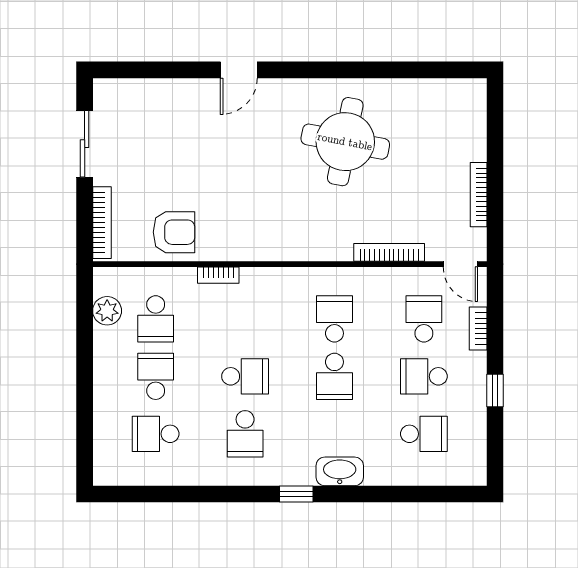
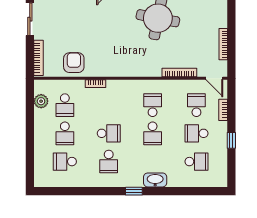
armchair: (174, 232) -> (74, 63), turned -90
school desk: (156, 376) -> (65, 133), turned 180

